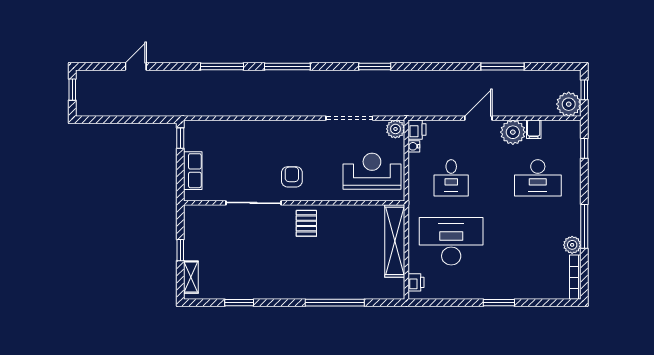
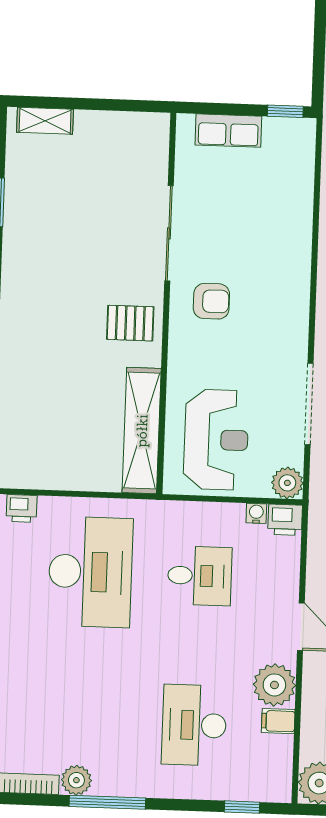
desk: (451, 178) -> (200, 576), turned 180
shelving: (395, 241) -> (142, 431), moved, turned 90
window: (180, 250) -> (92, 104), removed

